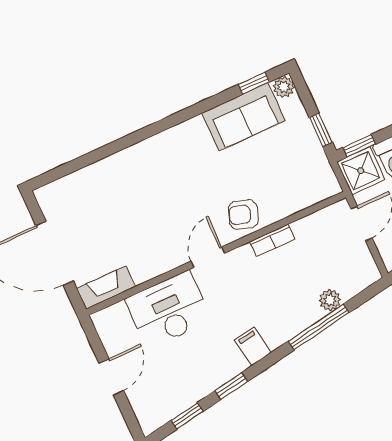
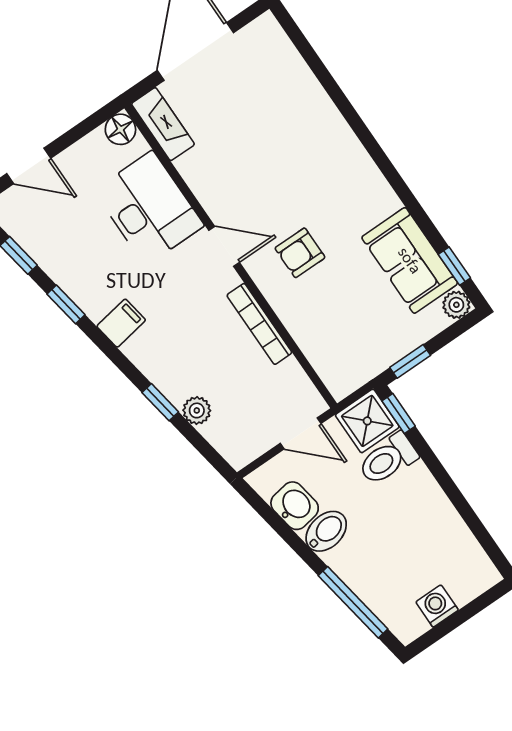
armchair: (243, 214) -> (300, 253), moved, turned -108
bookcase: (272, 240) -> (259, 324), width x1.56
floor lamp: (104, 321) -> (120, 129), added
window: (319, 327) -> (160, 402), width x0.46
door: (111, 377) -> (29, 166), moved

